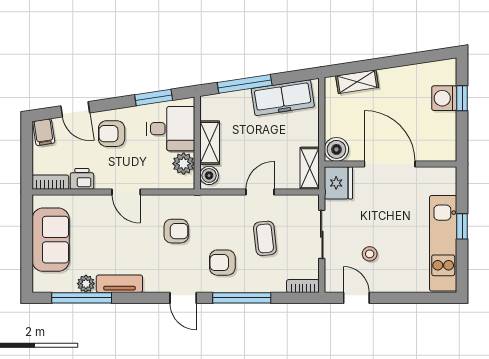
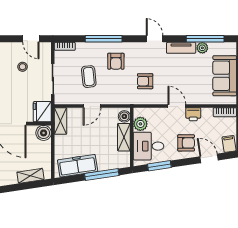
printer: (82, 179) -> (193, 114), moved
armchair: (222, 263) -> (116, 61), turned 90
door: (183, 298) -> (155, 39), moved

